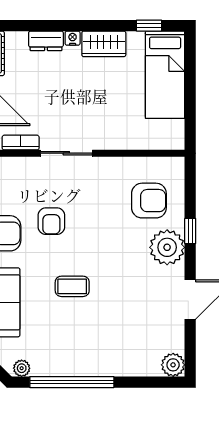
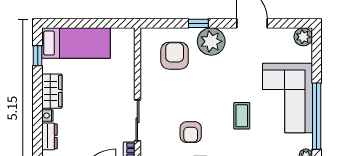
armchair: (51, 221) -> (191, 132), turned 90
corner sofa: (95, 345) -> (287, 98), added

